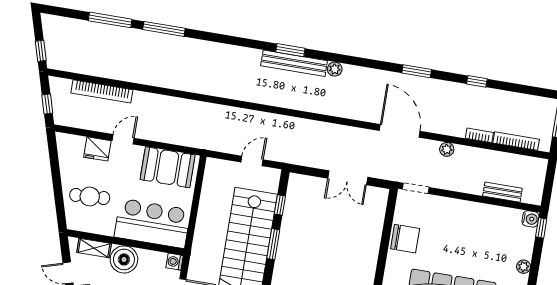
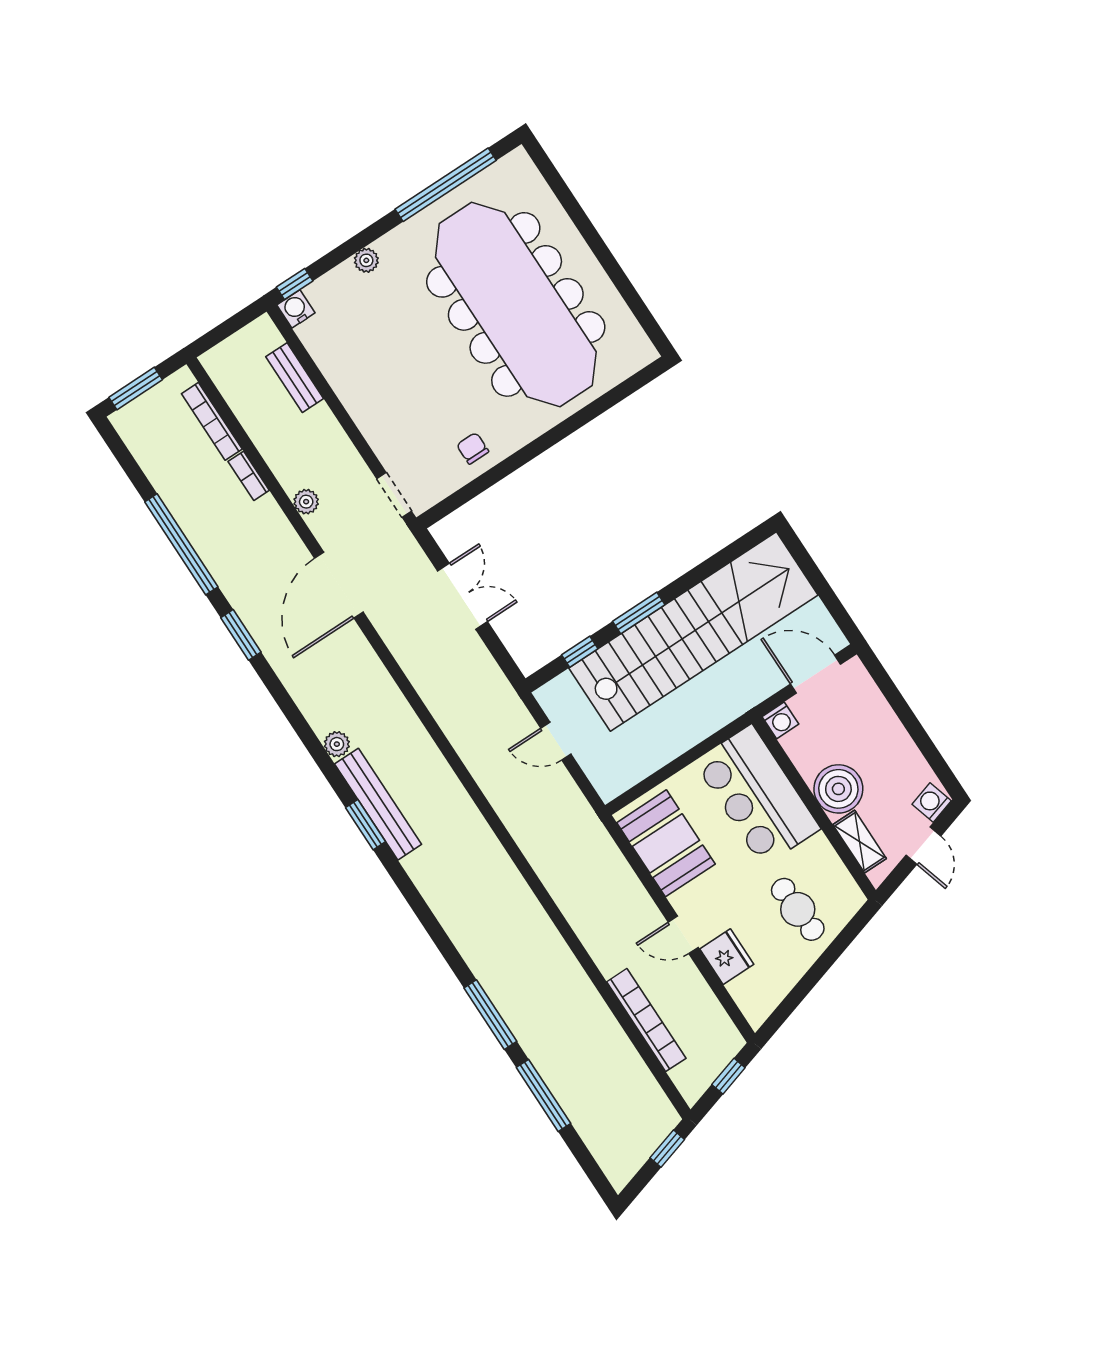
window: (477, 81) -> (181, 544), width x3.17
chair: (405, 239) -> (473, 448), width x0.54, depth x0.54

